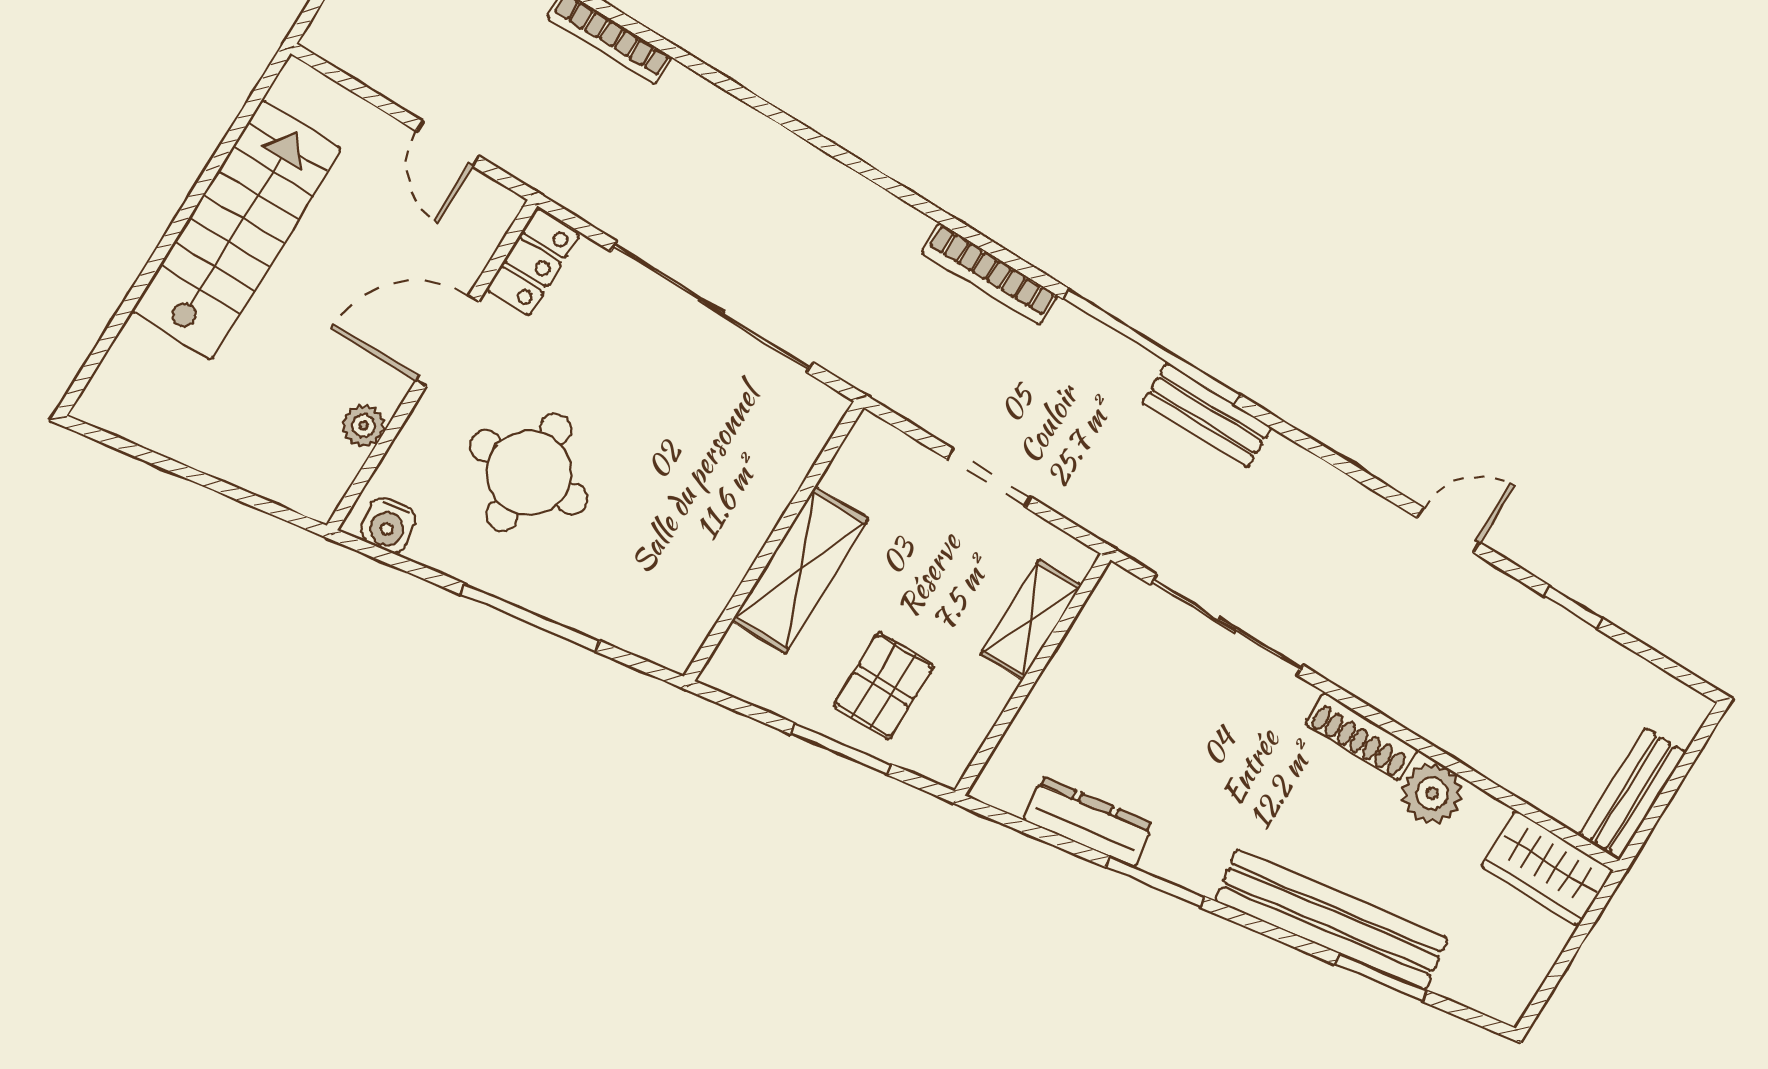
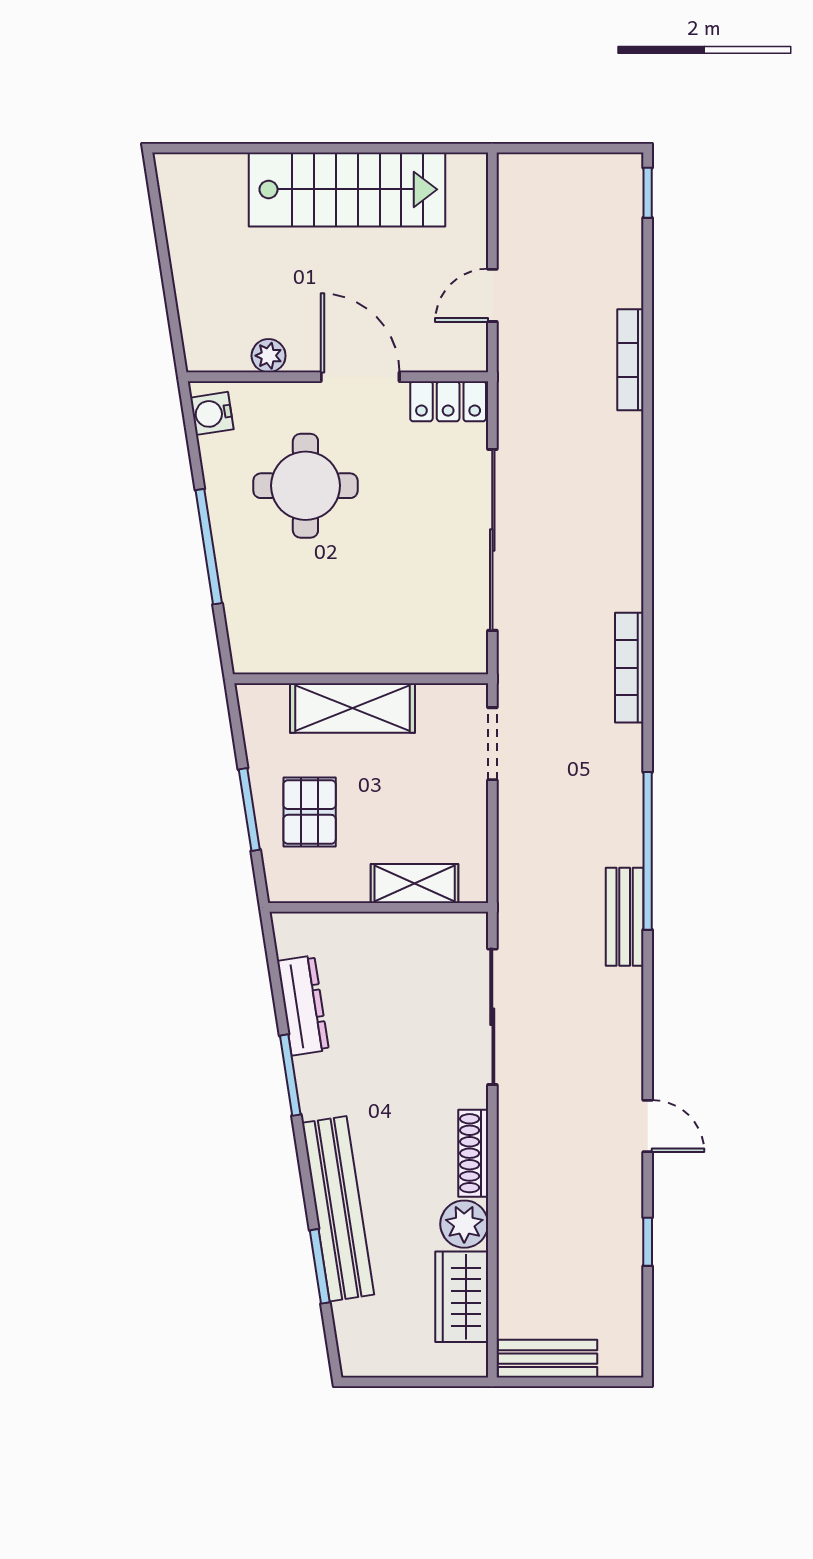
bookcase: (989, 274) -> (629, 668), moved
doorway: (989, 478) -> (492, 744), moved
pallet: (884, 686) -> (310, 812), turned 90
wardrobe: (1547, 868) -> (462, 1297), moved

